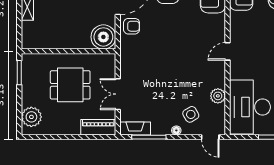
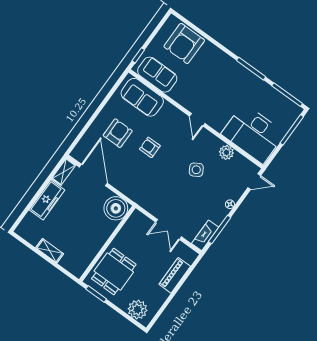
armchair: (132, 26) -> (150, 147), moved, turned -90
dining table: (70, 85) -> (114, 272), moved
side table: (191, 114) -> (196, 170), moved
piano: (98, 127) -> (175, 275), moved

